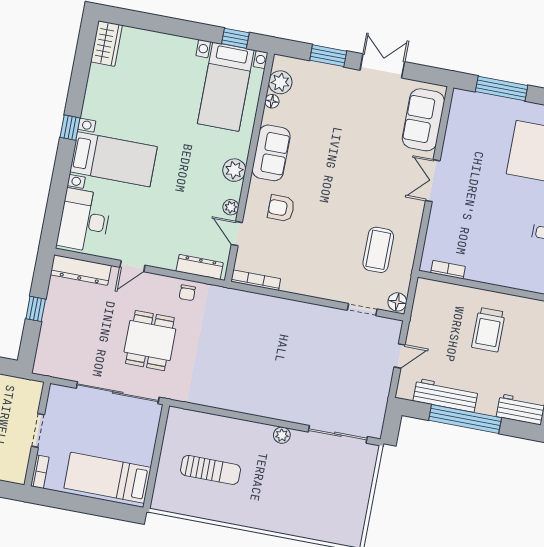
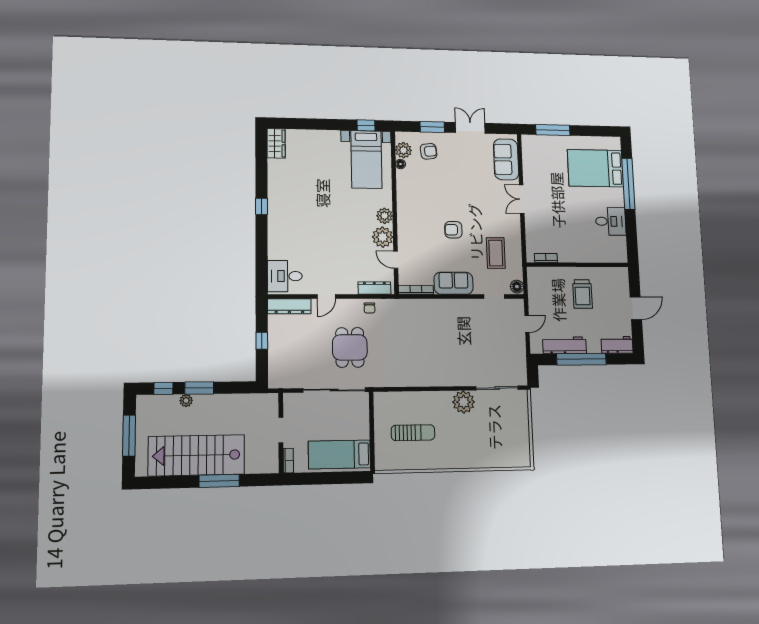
armchair: (315, 90) -> (429, 151), added
sofa: (271, 153) -> (454, 283), moved, turned -90
bed with nightstands: (114, 159) -> (297, 223), removed
plant: (231, 207) -> (383, 237), width x1.87, depth x1.87
armchair: (281, 208) -> (453, 230), moved
desk: (84, 221) -> (285, 276), width x0.73
plant: (282, 435) -> (464, 402), width x1.87, depth x1.87

